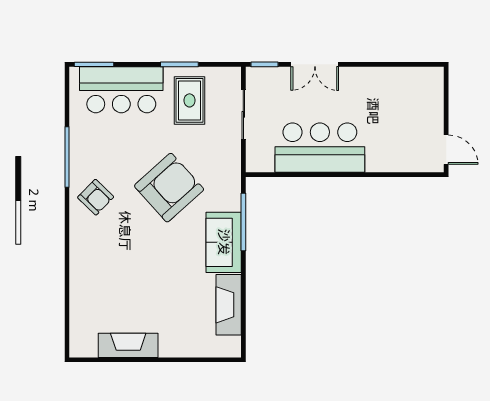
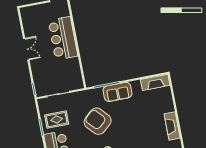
double door: (315, 64) -> (26, 49), moved
bar counter: (320, 148) -> (63, 38), moved
fireplace: (229, 305) -> (155, 82), moved

